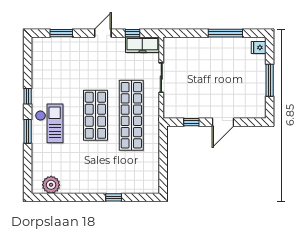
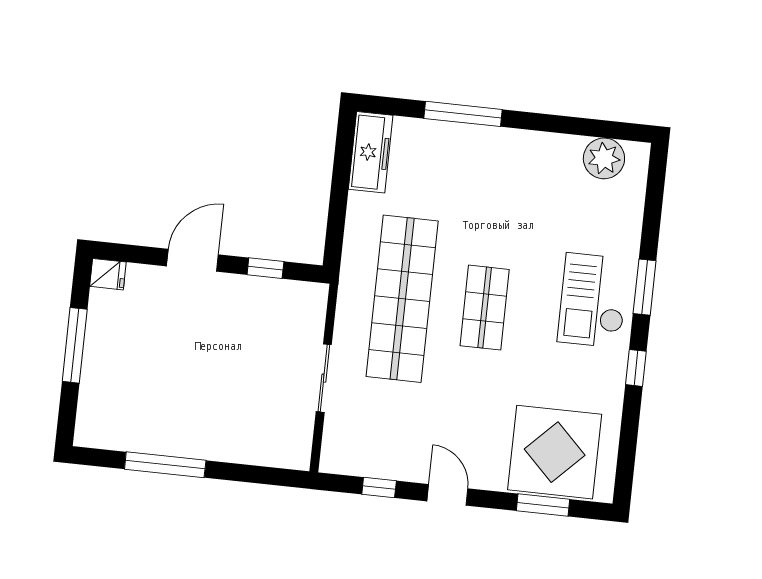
door: (103, 33) -> (447, 495), swing flipped
freezer: (142, 45) -> (371, 152), moved, turned 90
fridge: (259, 47) -> (108, 274), moved
display table: (59, 56) -> (555, 452), added
shop shelf: (95, 115) -> (485, 308), width x0.70, depth x0.74
window: (114, 197) -> (463, 114), width x2.17

